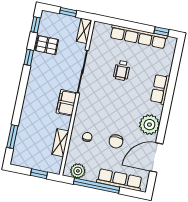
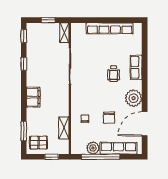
window: (161, 31) -> (128, 20), removed
pallet: (47, 45) -> (39, 143), moved
wheelchair: (122, 70) -> (114, 74), moved
filing cabinet: (66, 103) -> (33, 97), moved, turned 180
plant: (78, 171) -> (93, 148), moved

